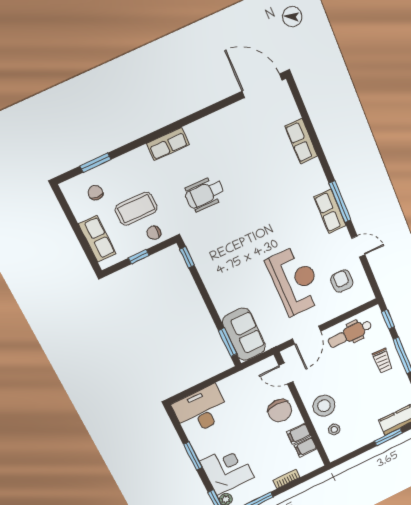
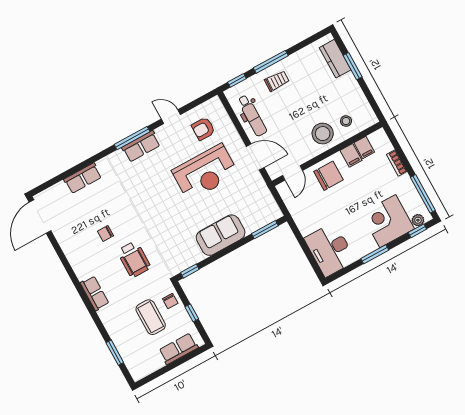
chair: (95, 193) -> (105, 233), moved
door: (358, 246) -> (171, 117), hinge flipped
reception desk: (295, 281) -> (205, 172), turned 180
sofa: (244, 334) -> (221, 235), moved

